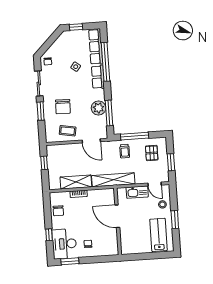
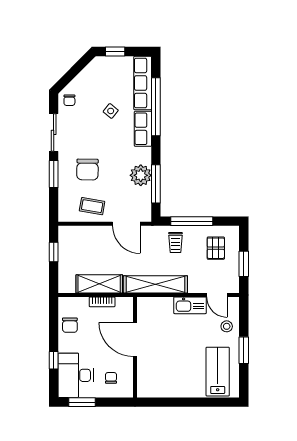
door: (117, 216) -> (135, 339), moved
wall: (118, 221) -> (135, 347), moved

